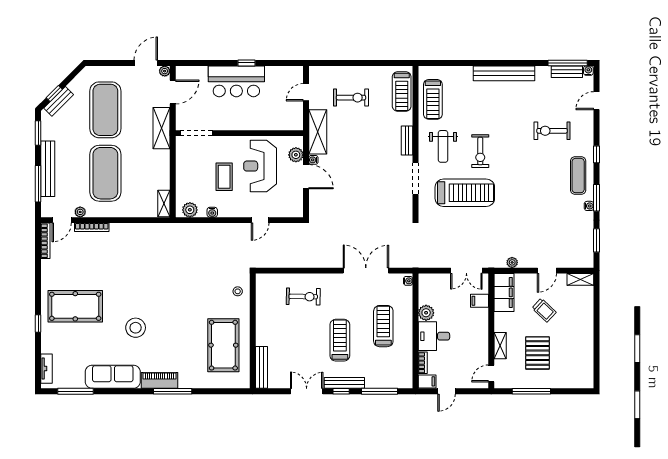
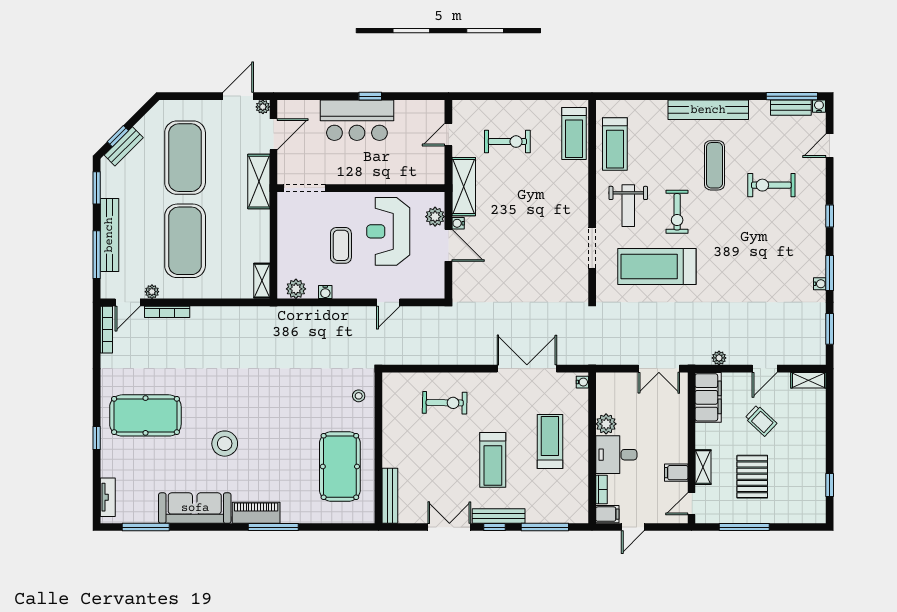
bench: (407, 141) -> (581, 198), removed
exercise mat: (578, 176) -> (714, 165), moved
treadmill: (465, 193) -> (657, 266), turned 180
filing cabinet: (480, 301) -> (676, 473), moved
treadmill: (340, 340) -> (493, 460), turned 180
window: (596, 359) -> (830, 485), added

